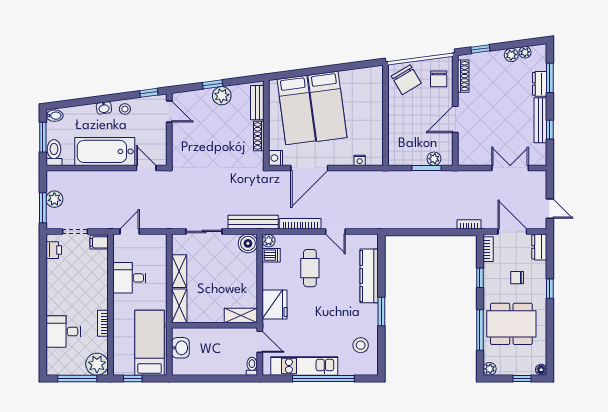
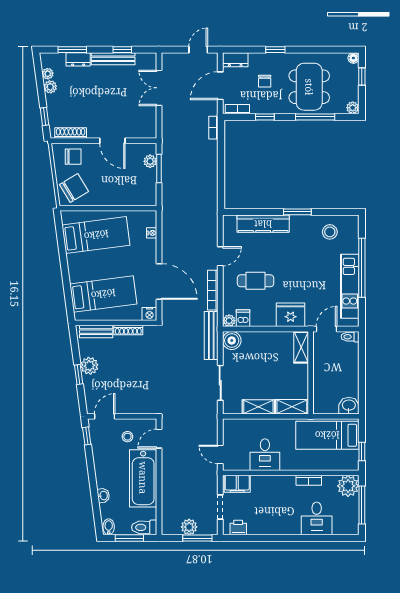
bed: (327, 106) -> (96, 235), moved
washbasin: (104, 108) -> (103, 496), moved
stool: (125, 109) -> (127, 437), moved
filing cabinet: (99, 242) -> (237, 484), width x2.00
washbasin: (180, 348) -> (349, 406), moved

